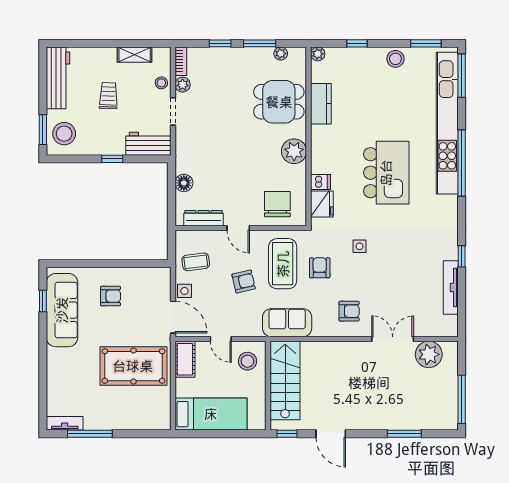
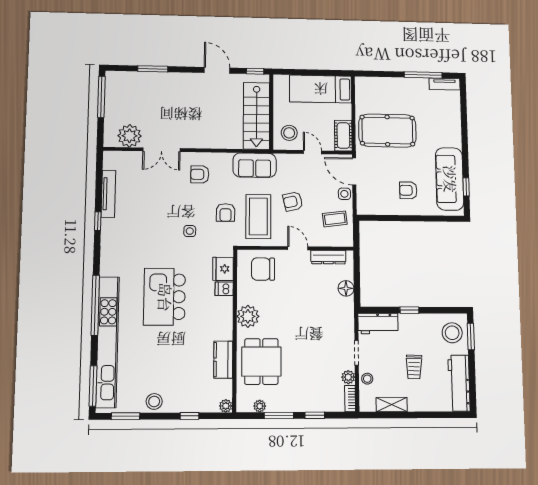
dining table: (279, 102) -> (261, 361), turned 90
chair: (277, 204) -> (263, 269), turned 90

